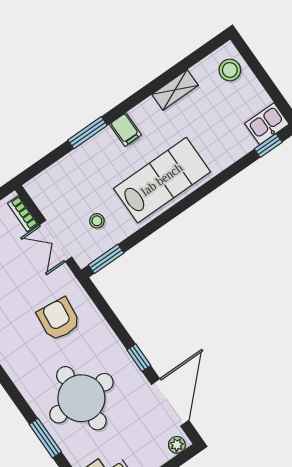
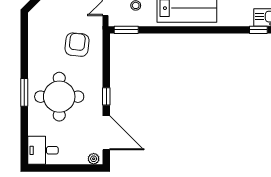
door: (170, 402) -> (106, 133), hinge flipped
window: (45, 438) -> (24, 92), moved

